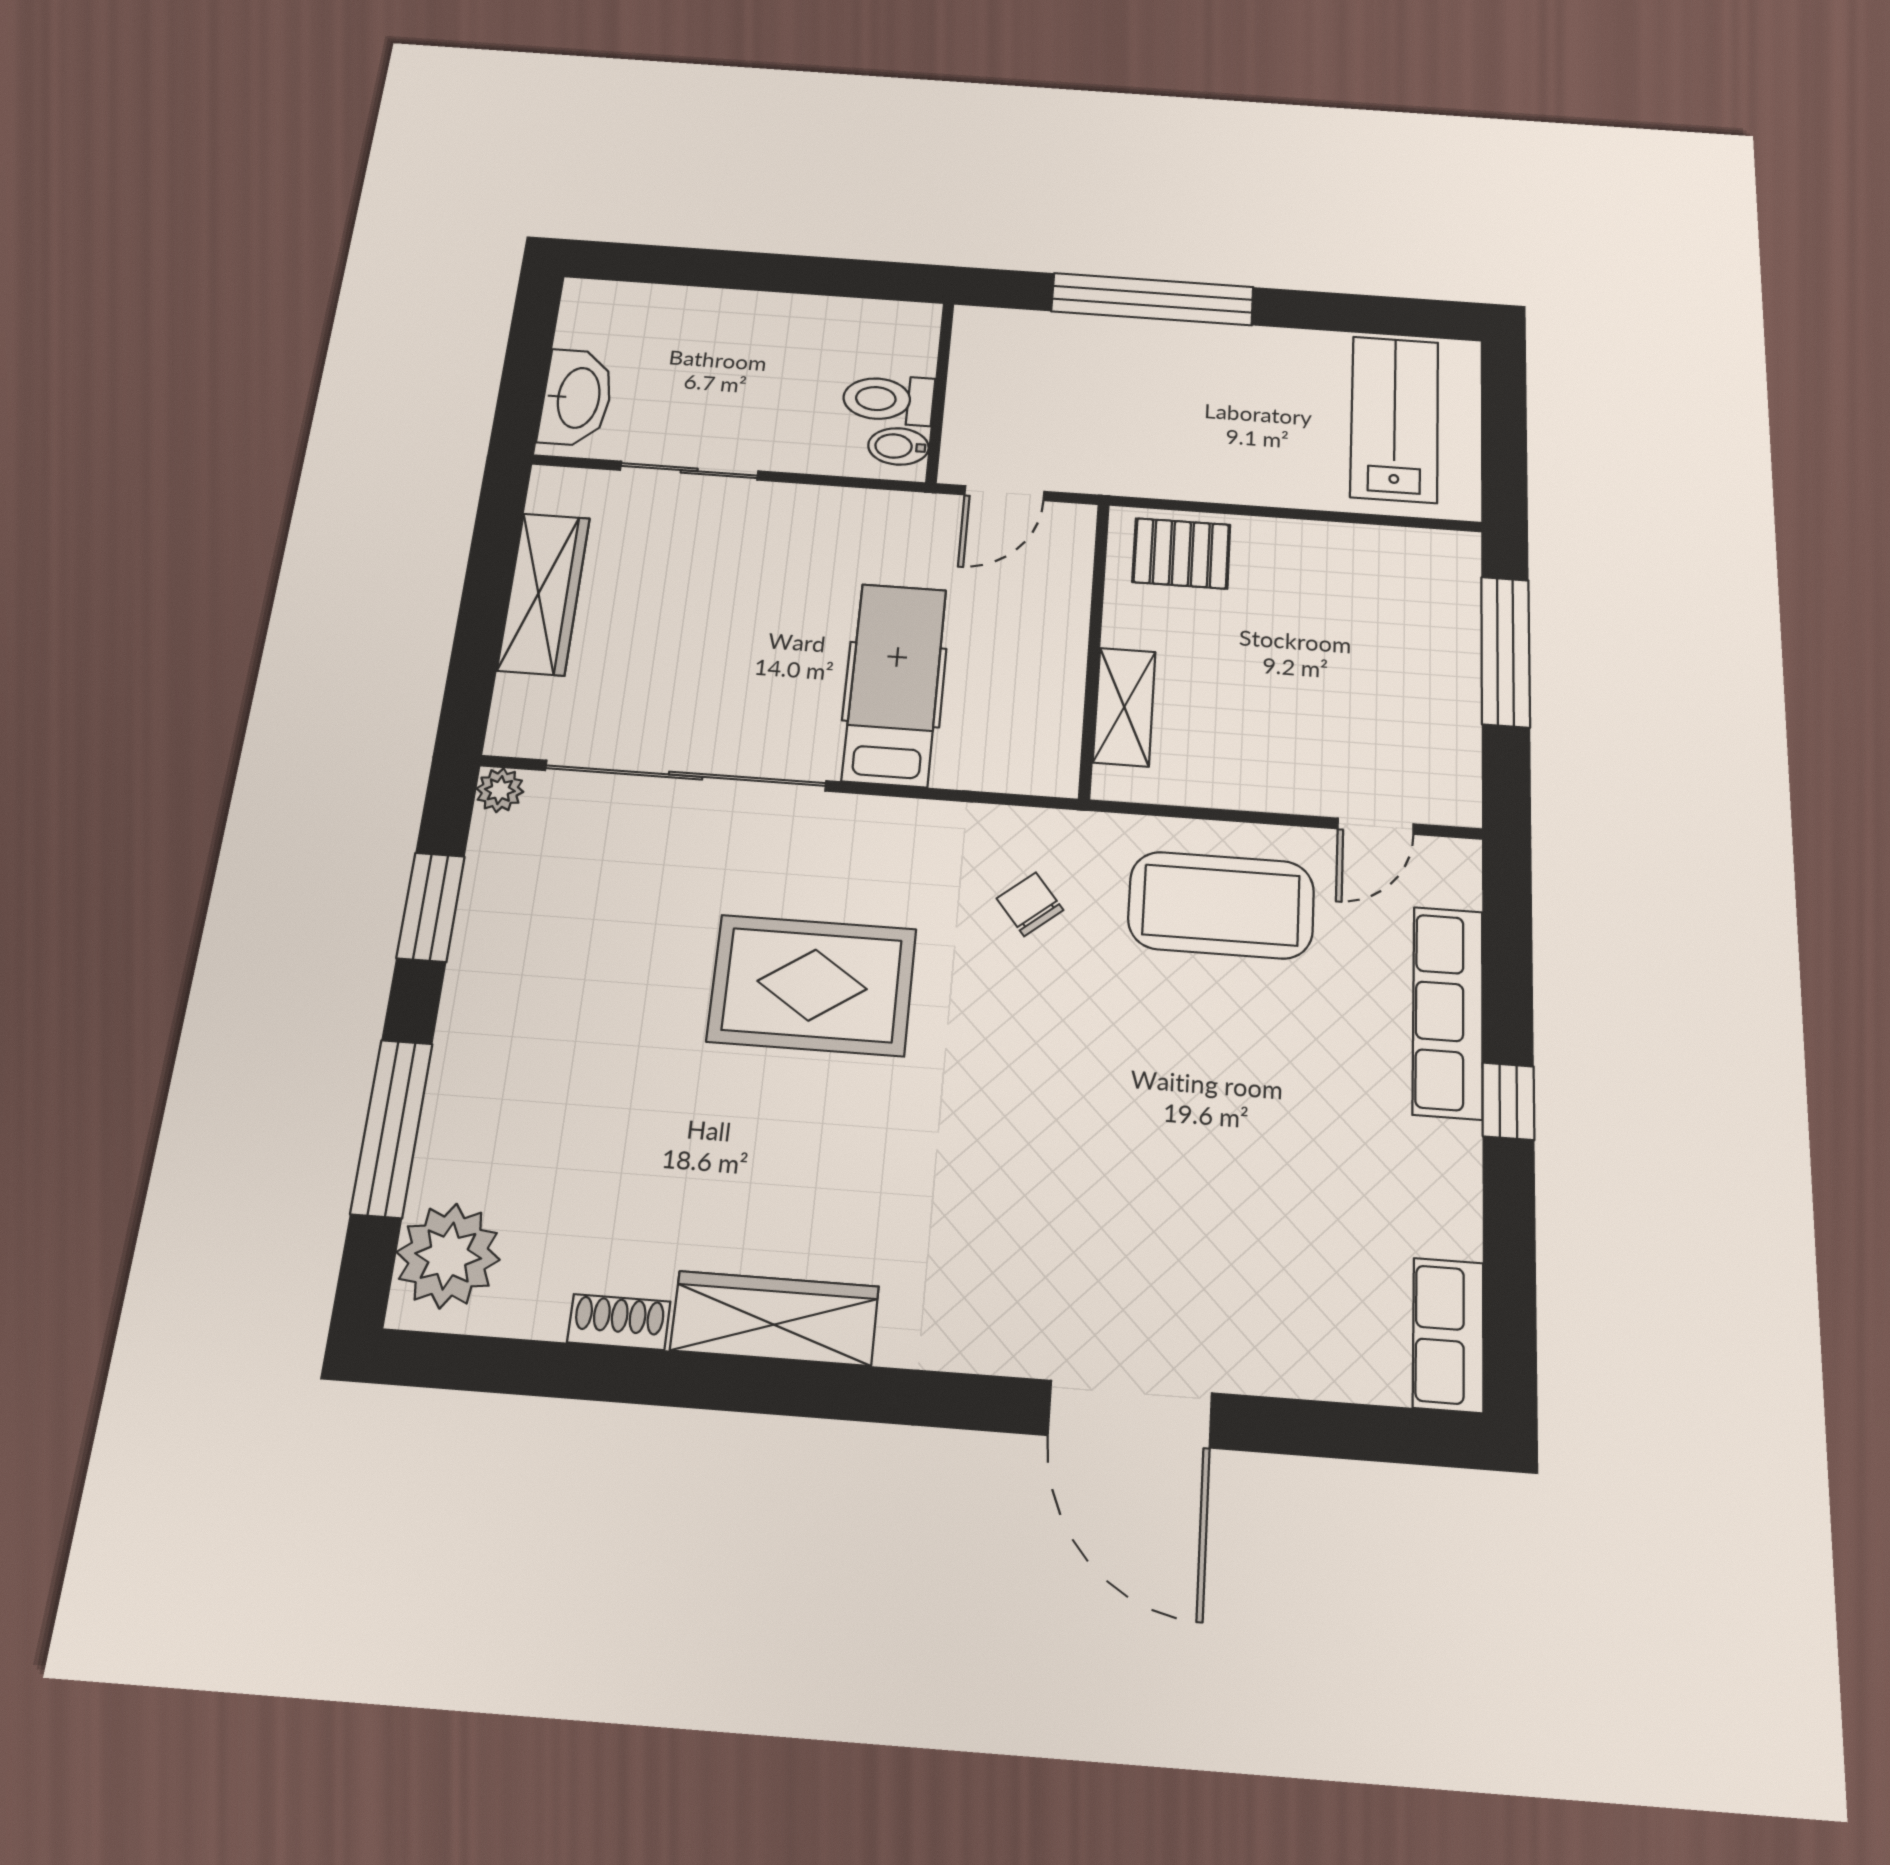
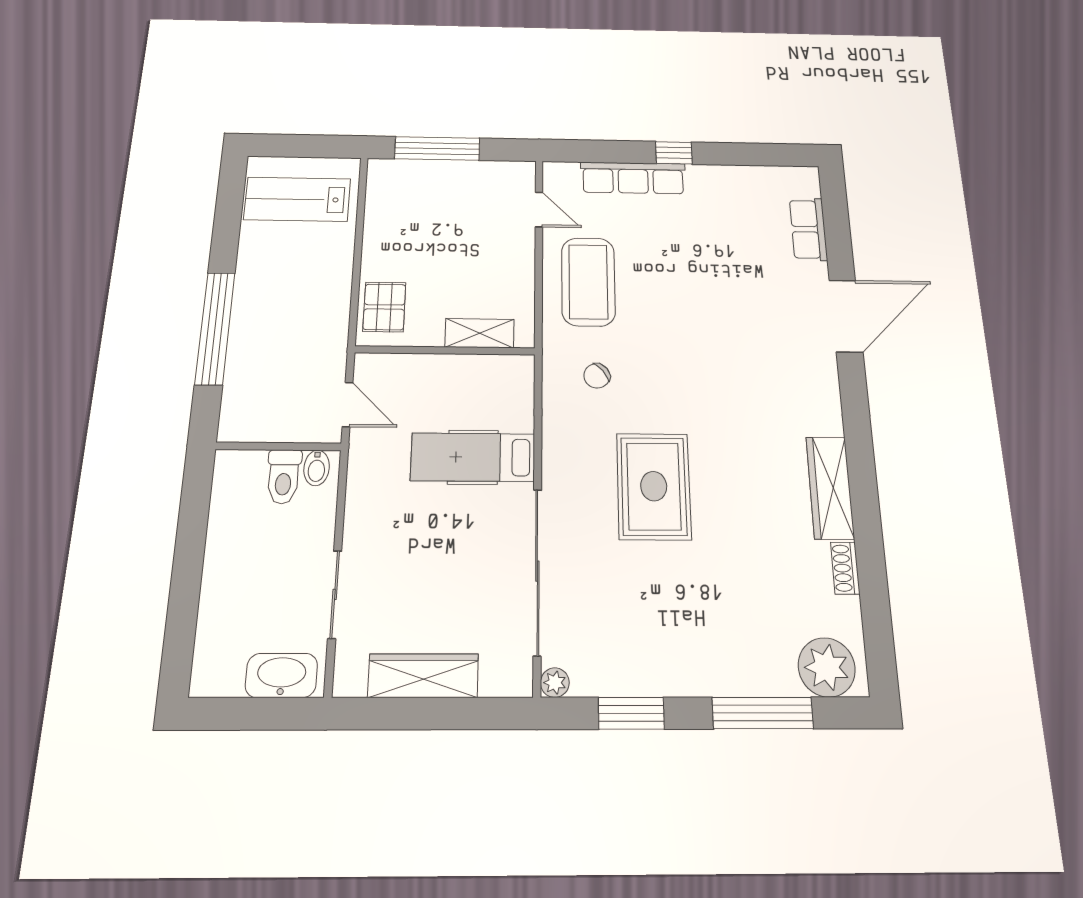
row of seats: (1448, 1335) -> (808, 229), moved, turned 90

